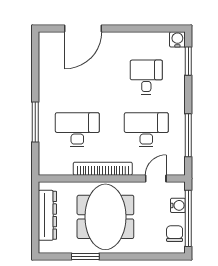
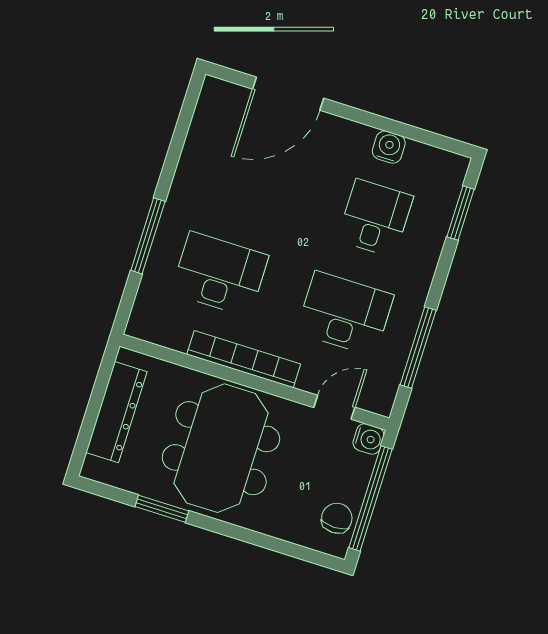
water cooler: (177, 39) -> (389, 147), moved
water cooler: (178, 205) -> (368, 439), moved

